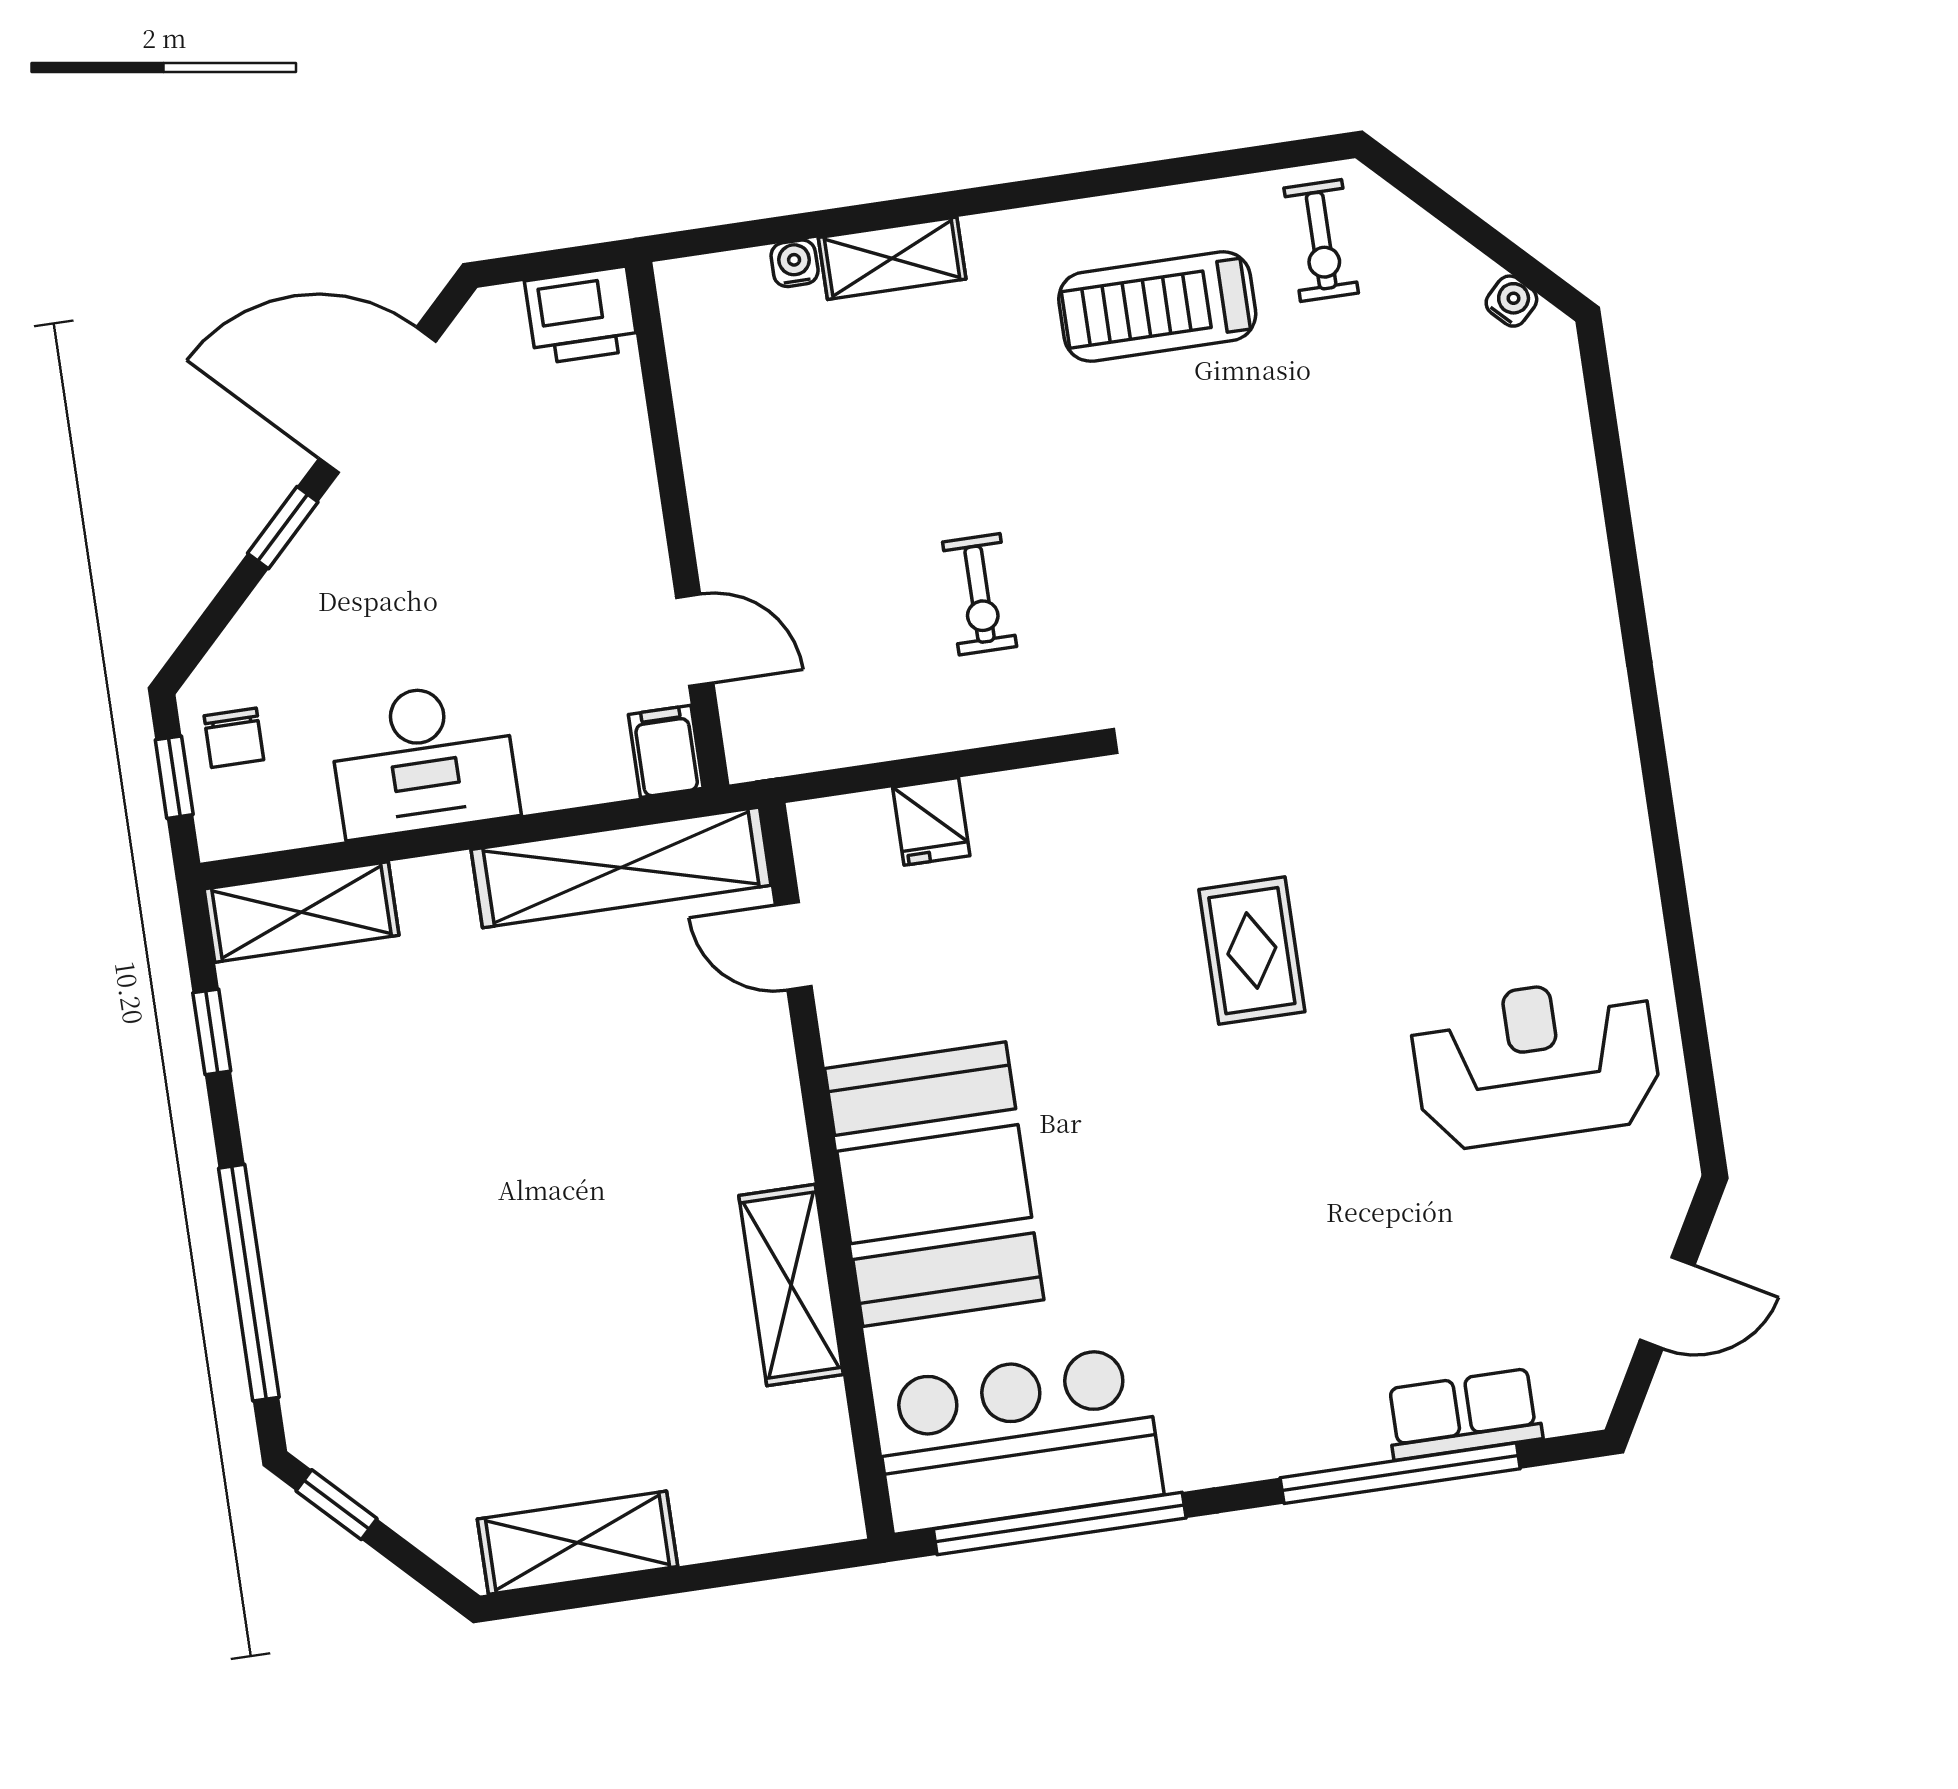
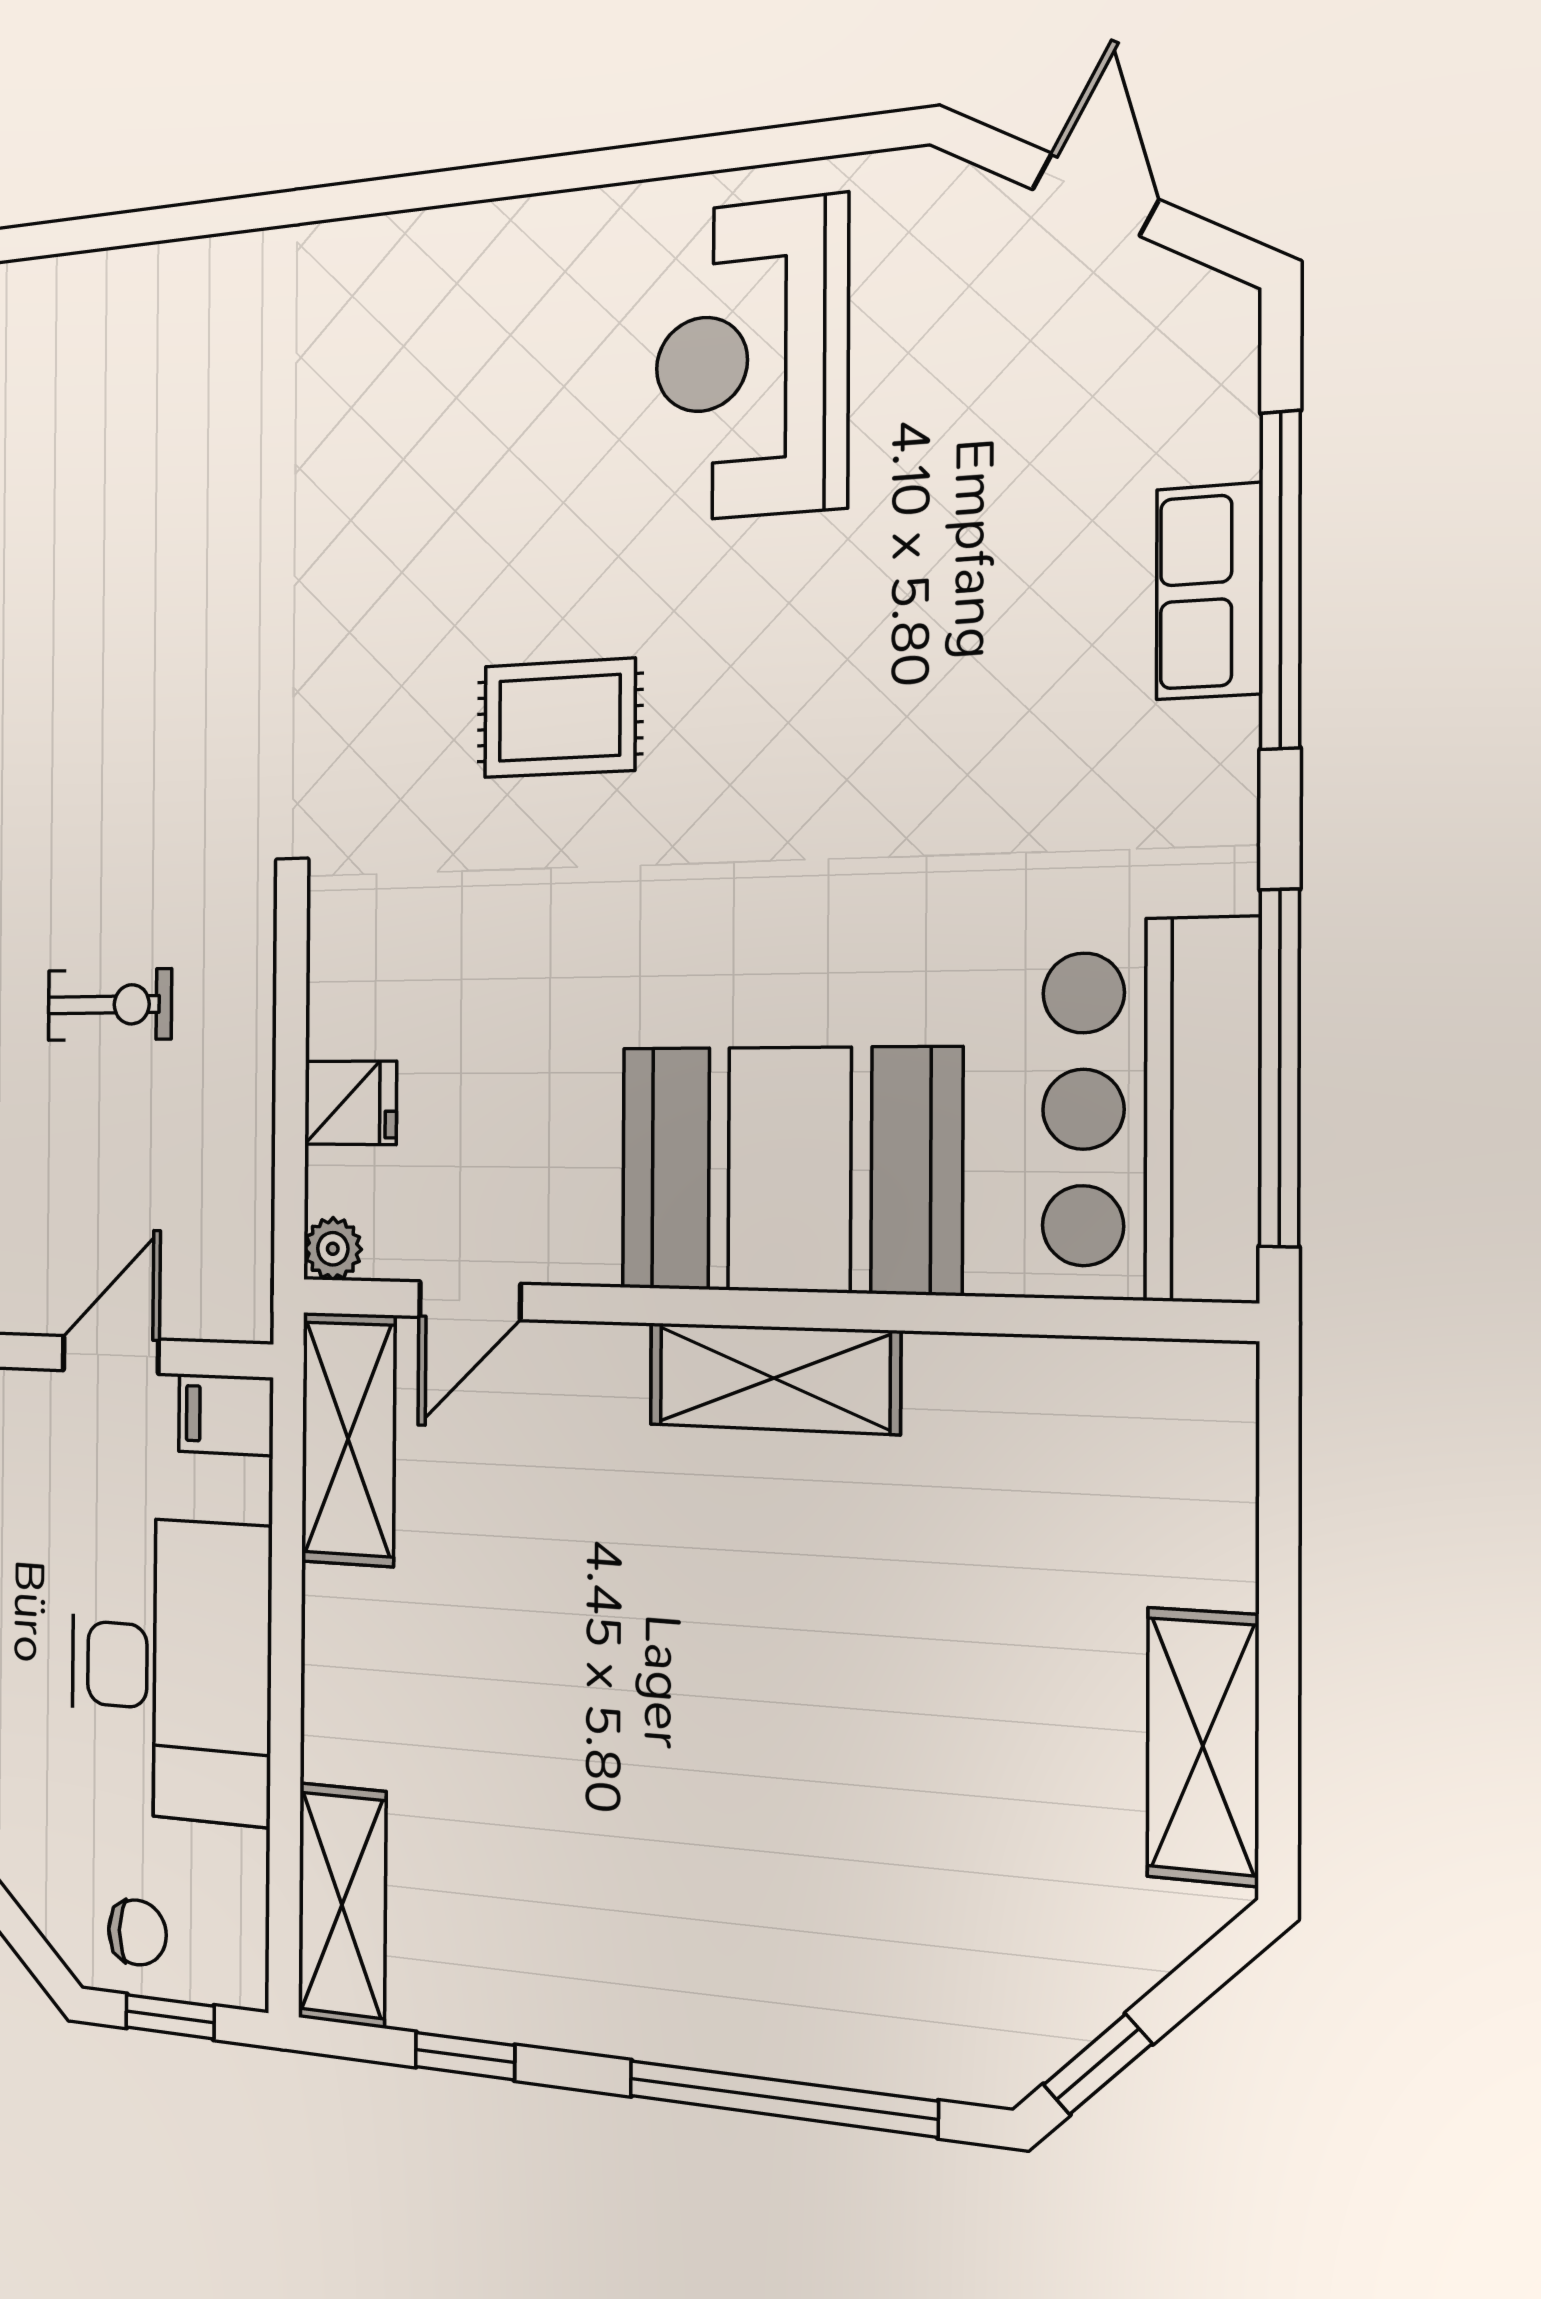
desk: (423, 759) -> (170, 1669), width x1.36, depth x1.30
plant: (814, 824) -> (333, 1249), added
shelving: (621, 867) -> (348, 1439), width x0.68
shelving: (791, 1285) -> (774, 1378), moved
row of seats: (1463, 1414) -> (1209, 591), moved

